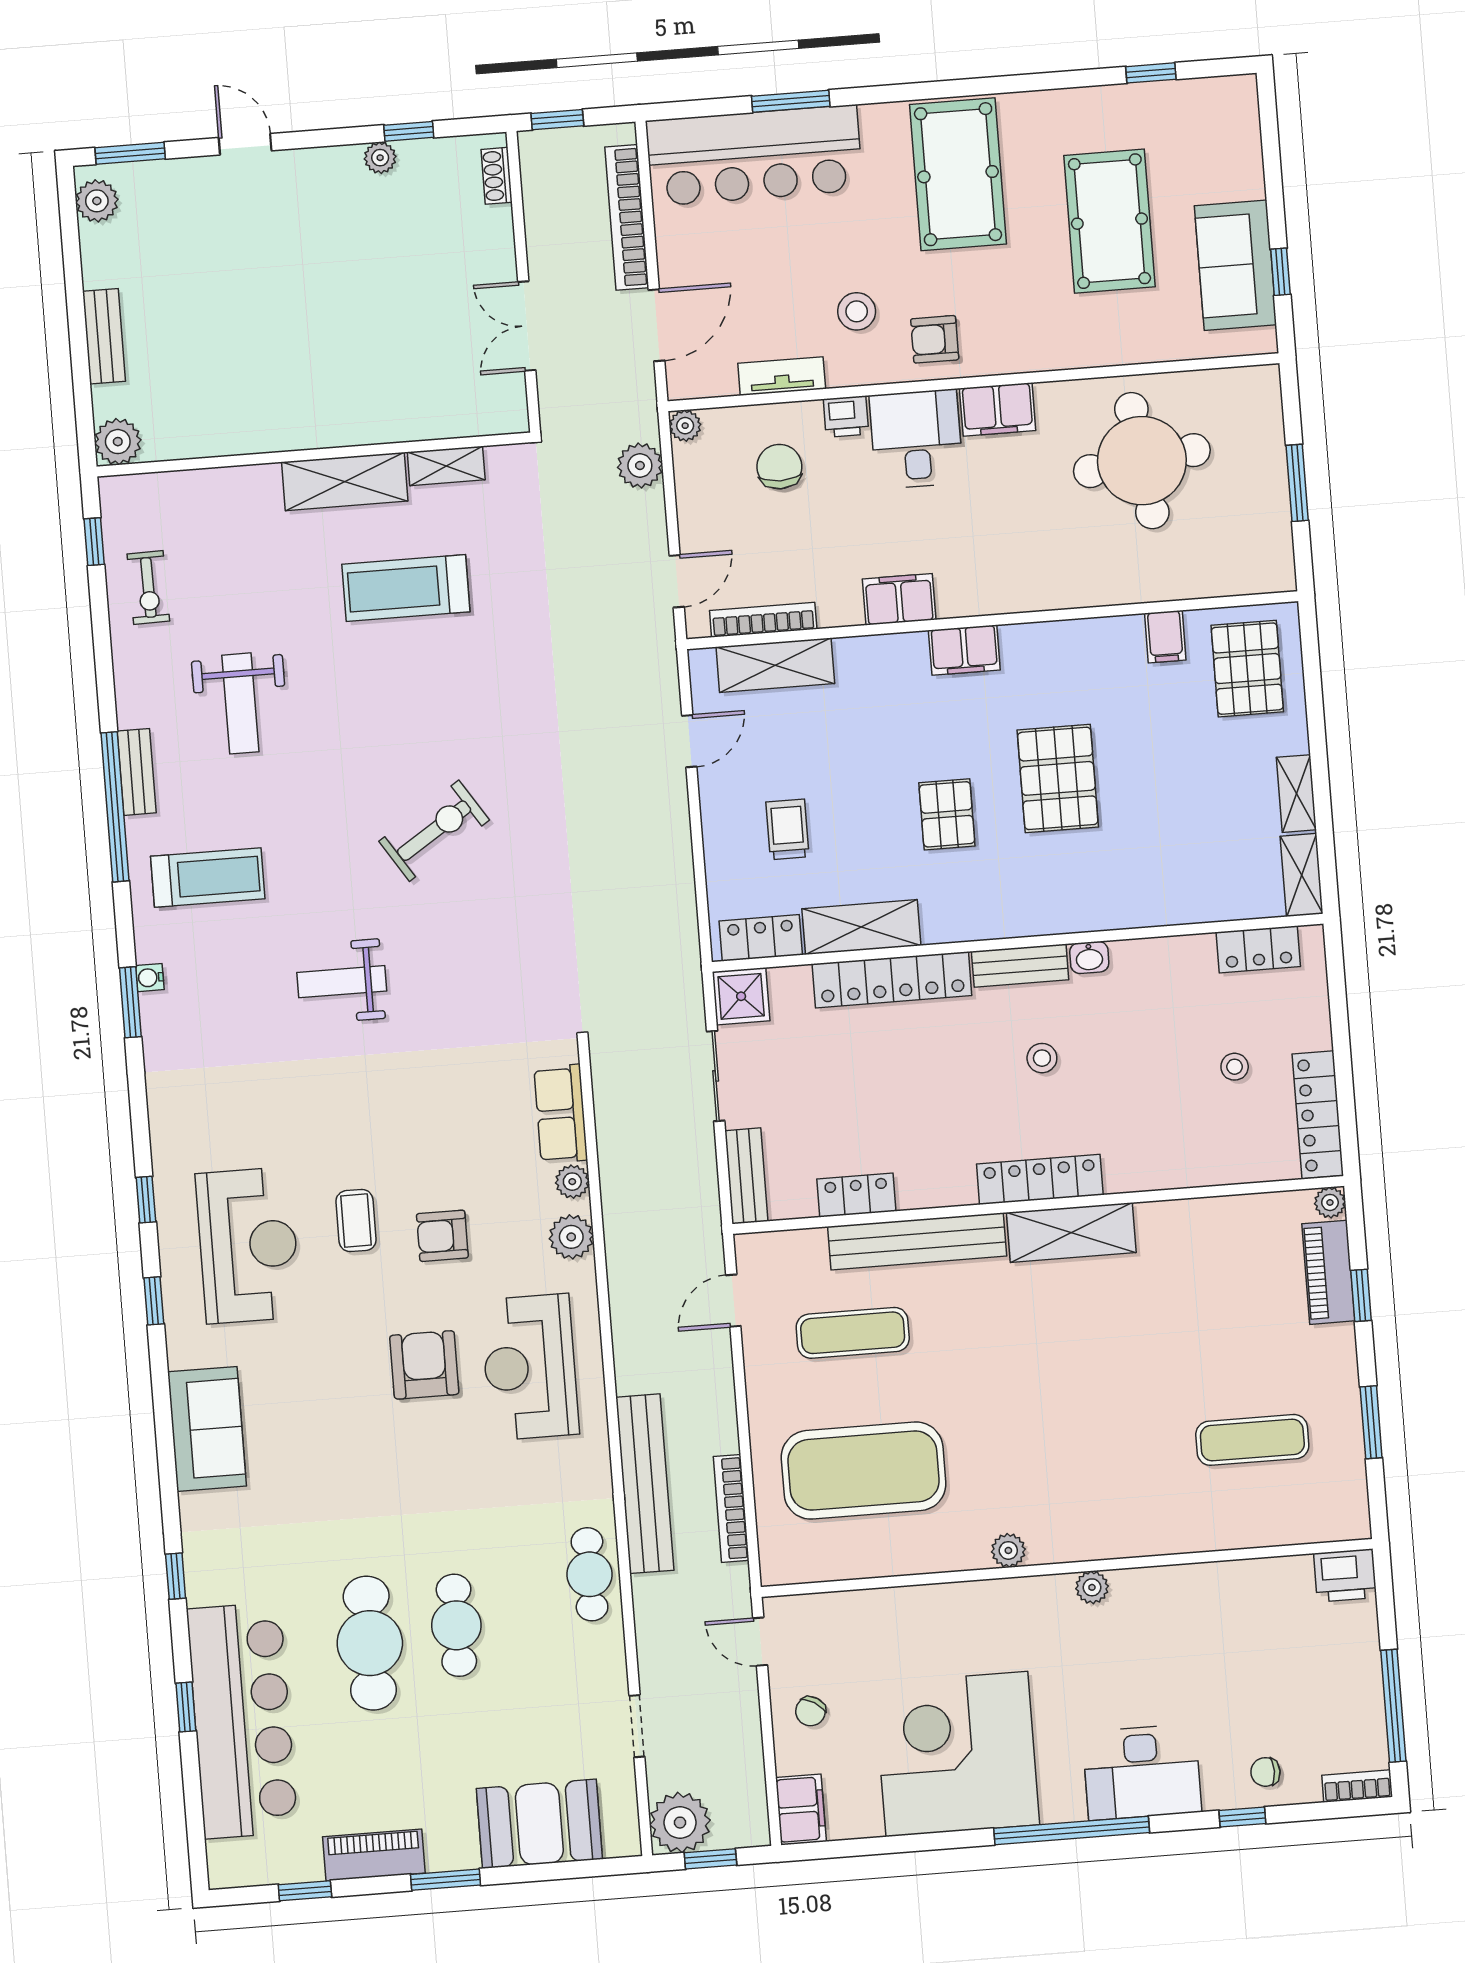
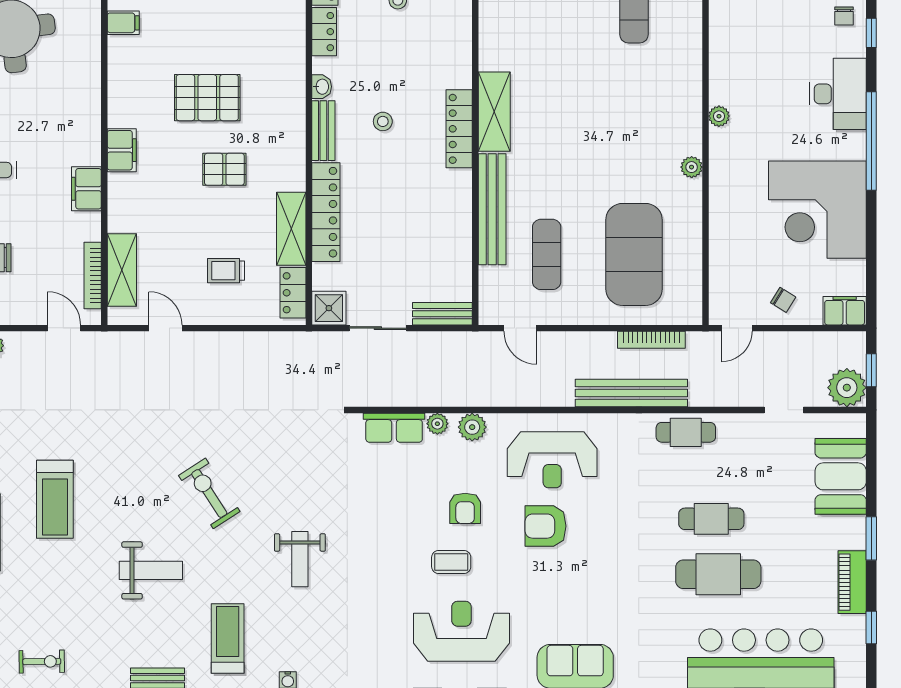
weight bench: (240, 703) -> (151, 570), moved
locker: (856, 1195) -> (324, 32), moved, turned 180

